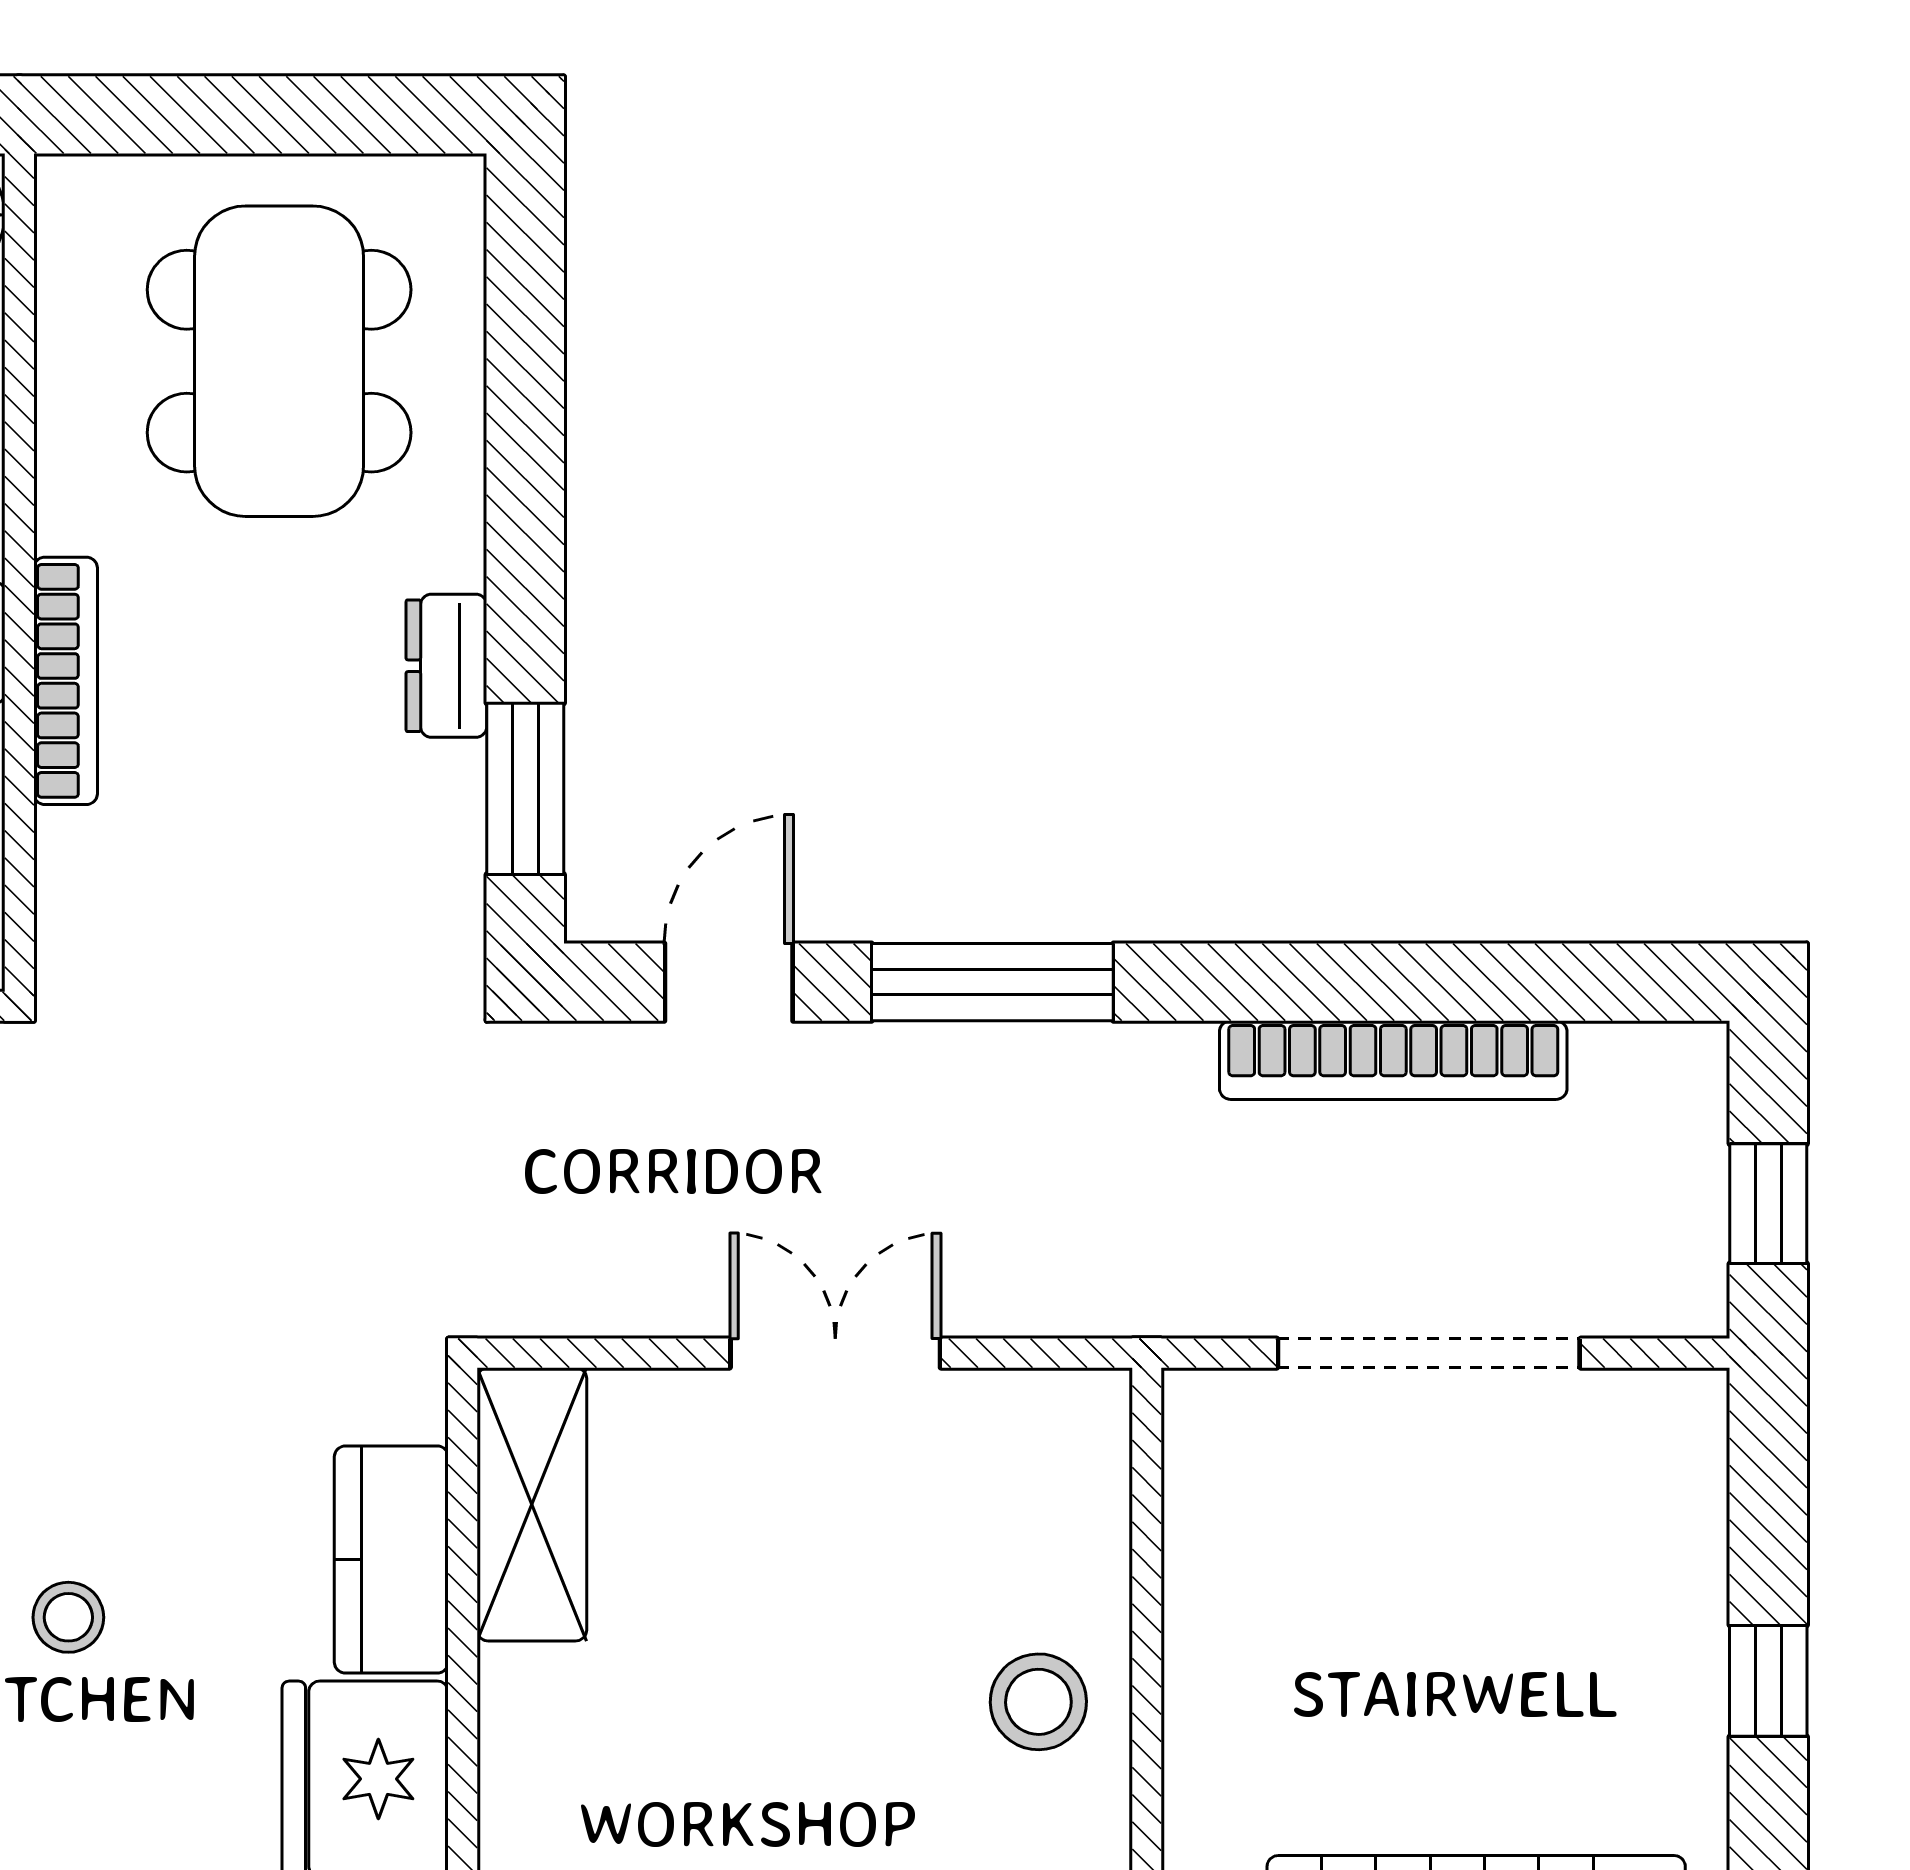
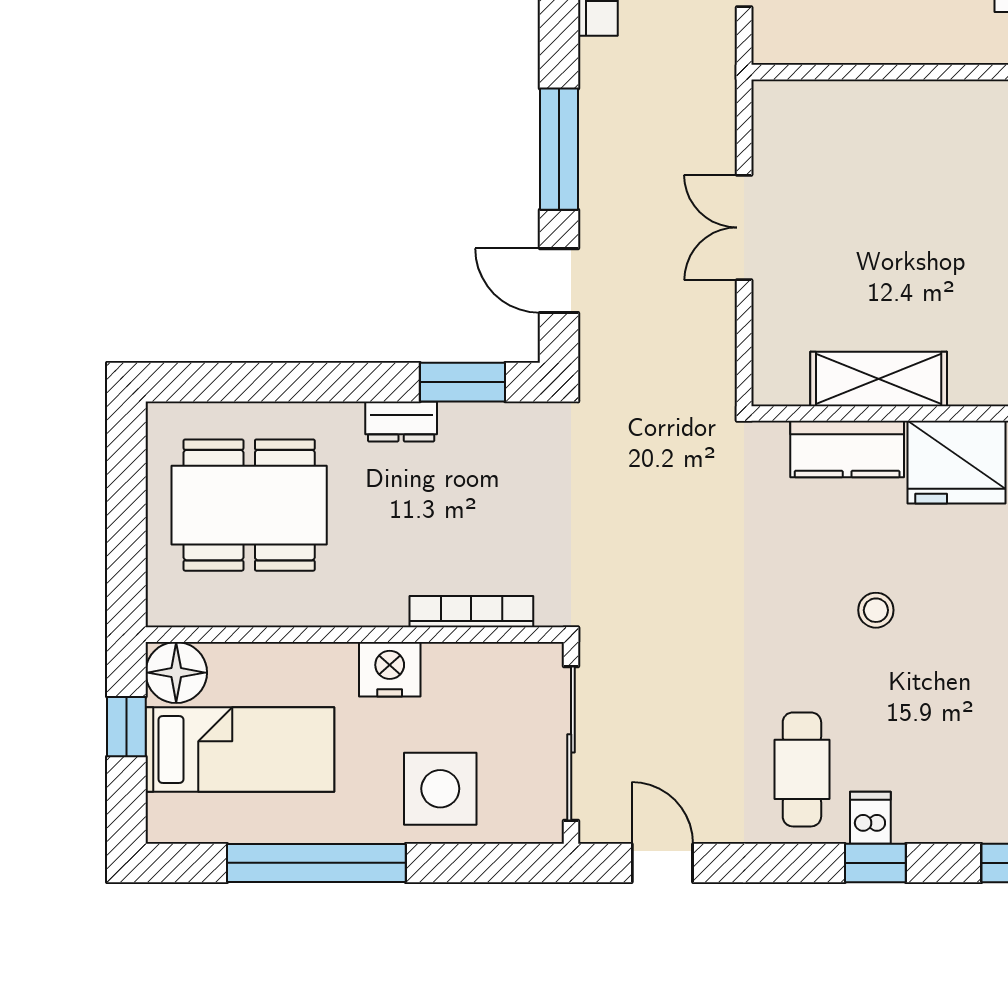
bookcase: (66, 681) -> (471, 612), moved
shelving: (532, 1504) -> (879, 379), moved
stool: (1038, 1702) -> (918, 126), removed

